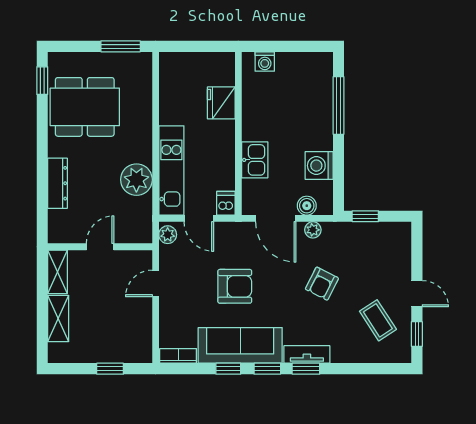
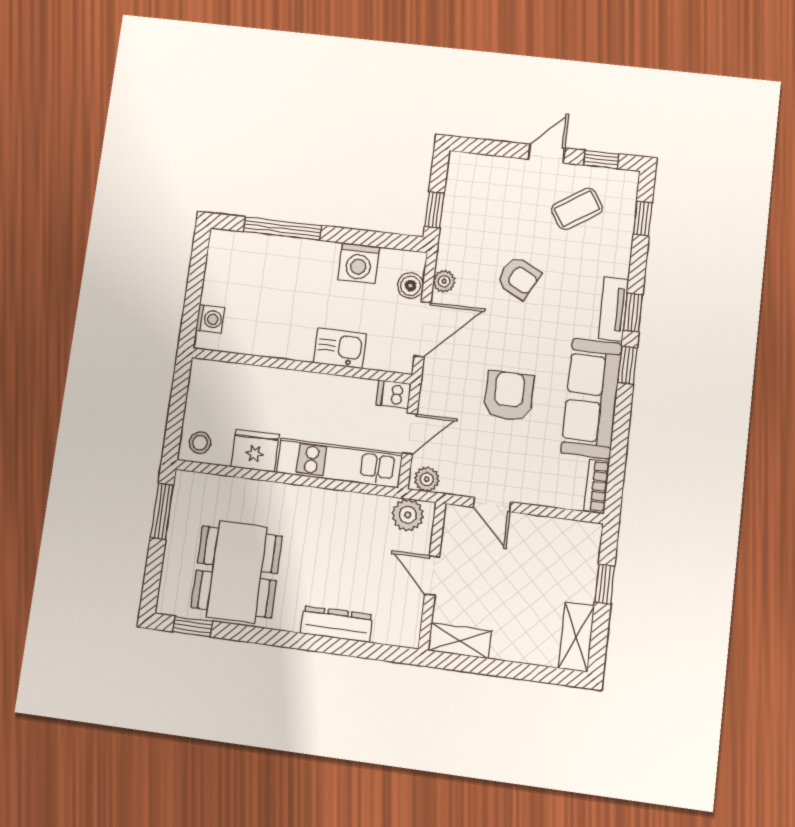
stool: (173, 67) -> (200, 443), added
fridge: (221, 103) -> (255, 451), moved, turned 180
plant: (136, 180) -> (408, 515), moved, width x0.73, depth x0.73
shelving: (58, 318) -> (576, 637), moved, turned 90
window: (228, 369) -> (643, 219), moved

